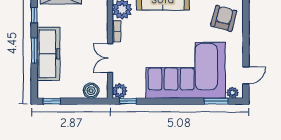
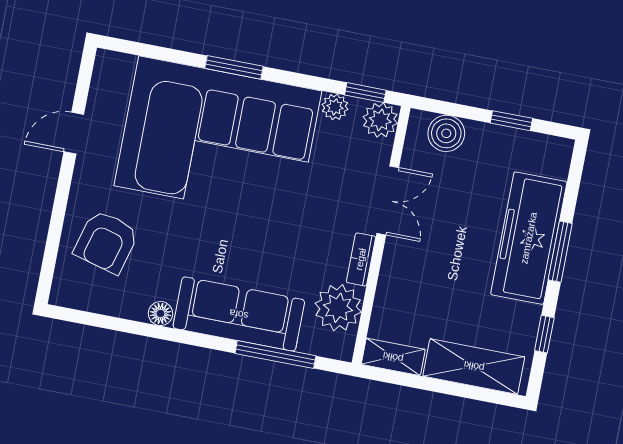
door: (246, 75) -> (74, 133), moved
plant: (233, 93) -> (335, 107), moved
window: (52, 101) -> (511, 121), moved
window: (216, 101) -> (234, 67), moved

